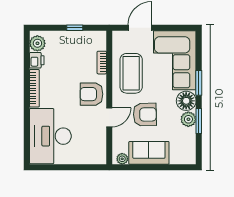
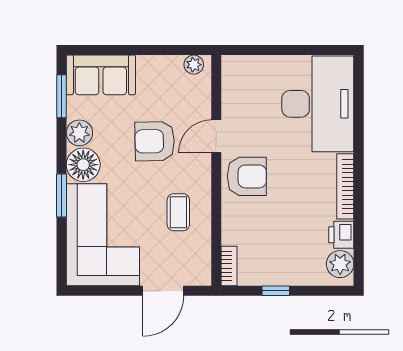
bookcase: (102, 63) -> (229, 266), moved
coffee table: (131, 73) -> (178, 212), width x0.54, depth x0.58
window: (199, 121) -> (61, 96), moved
sofa: (149, 153) -> (101, 75), moved

